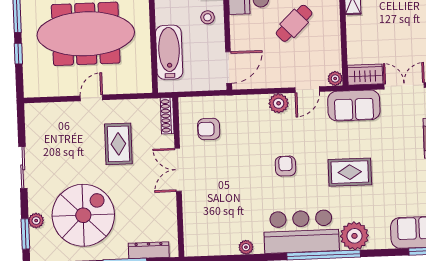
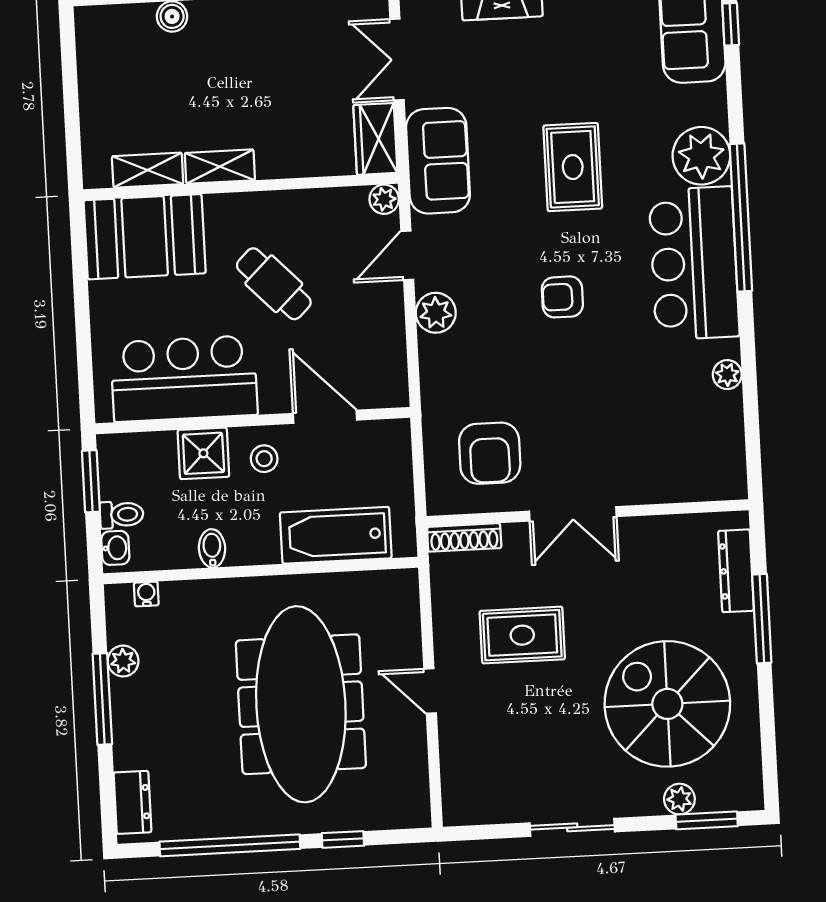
door: (229, 68) -> (325, 417), moved
door: (307, 90) -> (407, 255), swing flipped
armchair: (209, 129) -> (490, 453), width x1.38, depth x1.38

